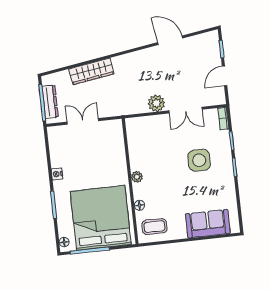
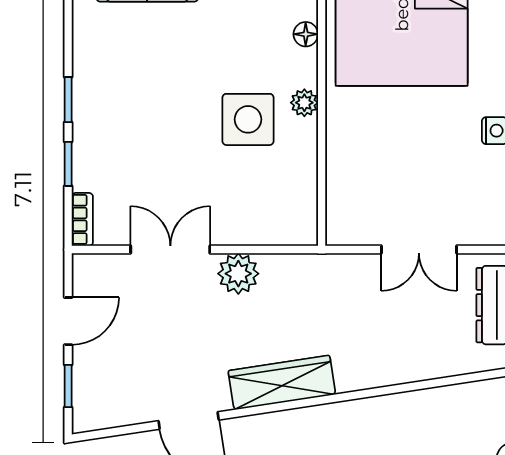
wardrobe: (91, 71) -> (282, 383), moved
side table: (199, 160) -> (248, 119), moved

